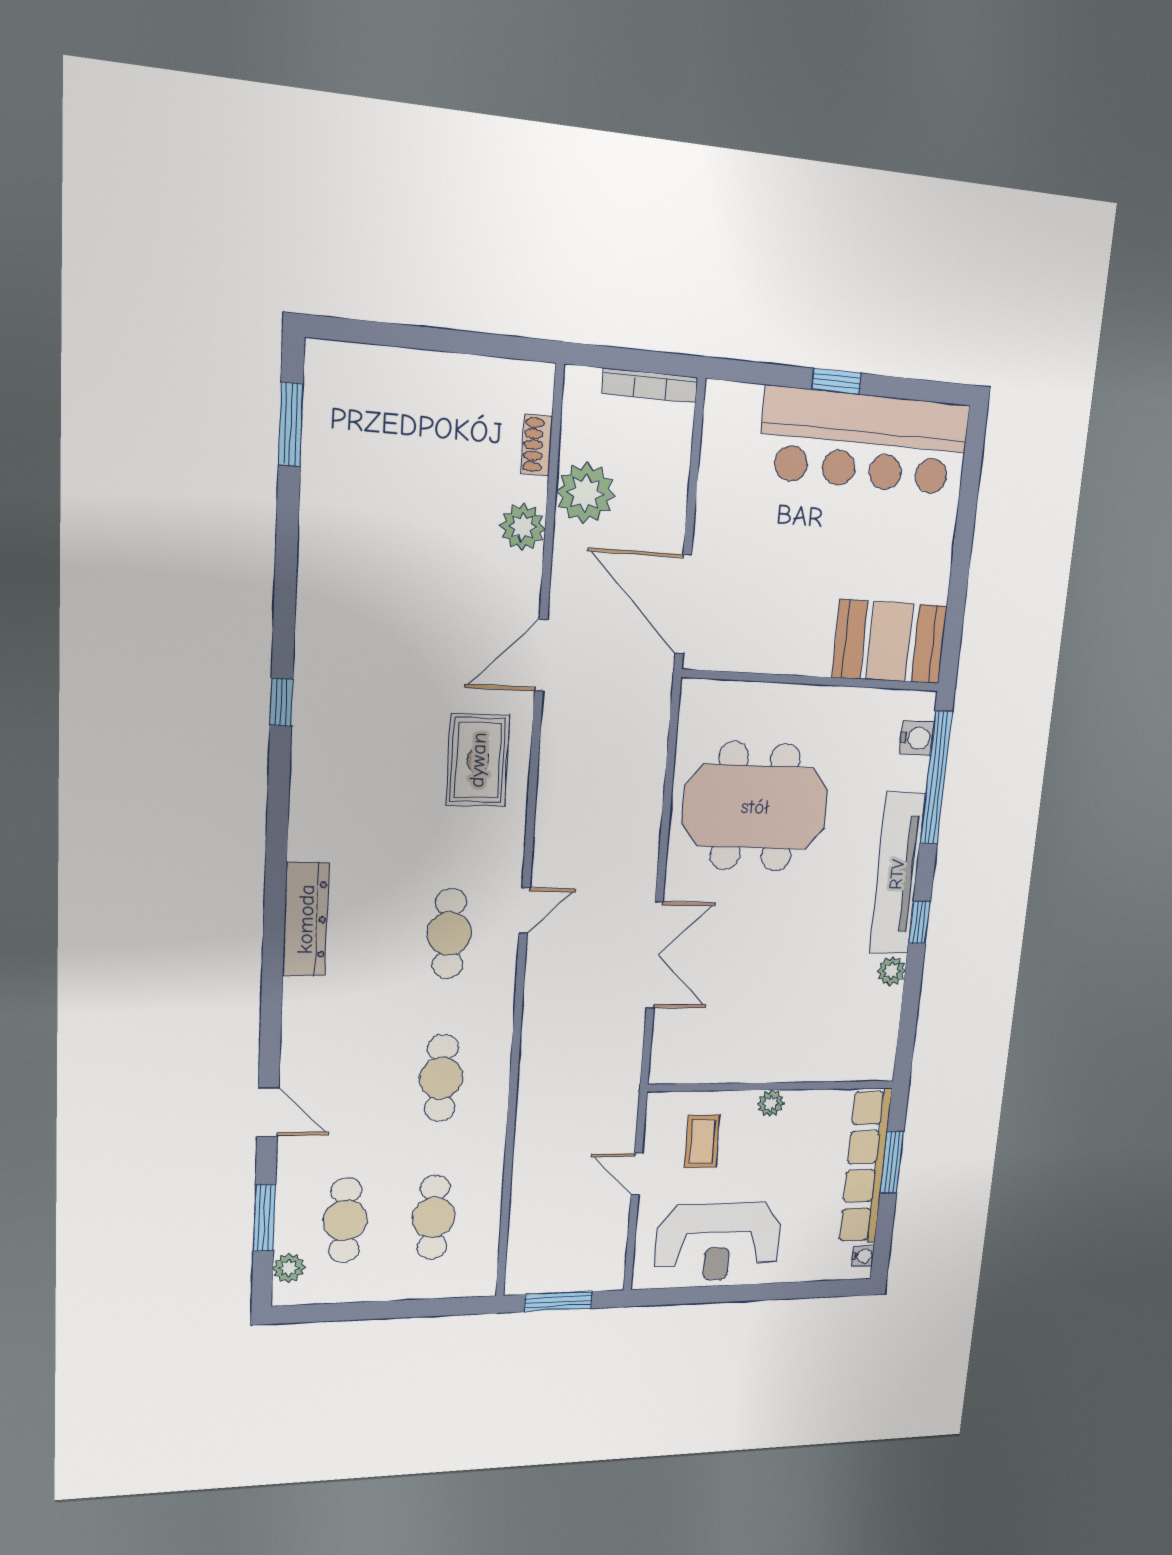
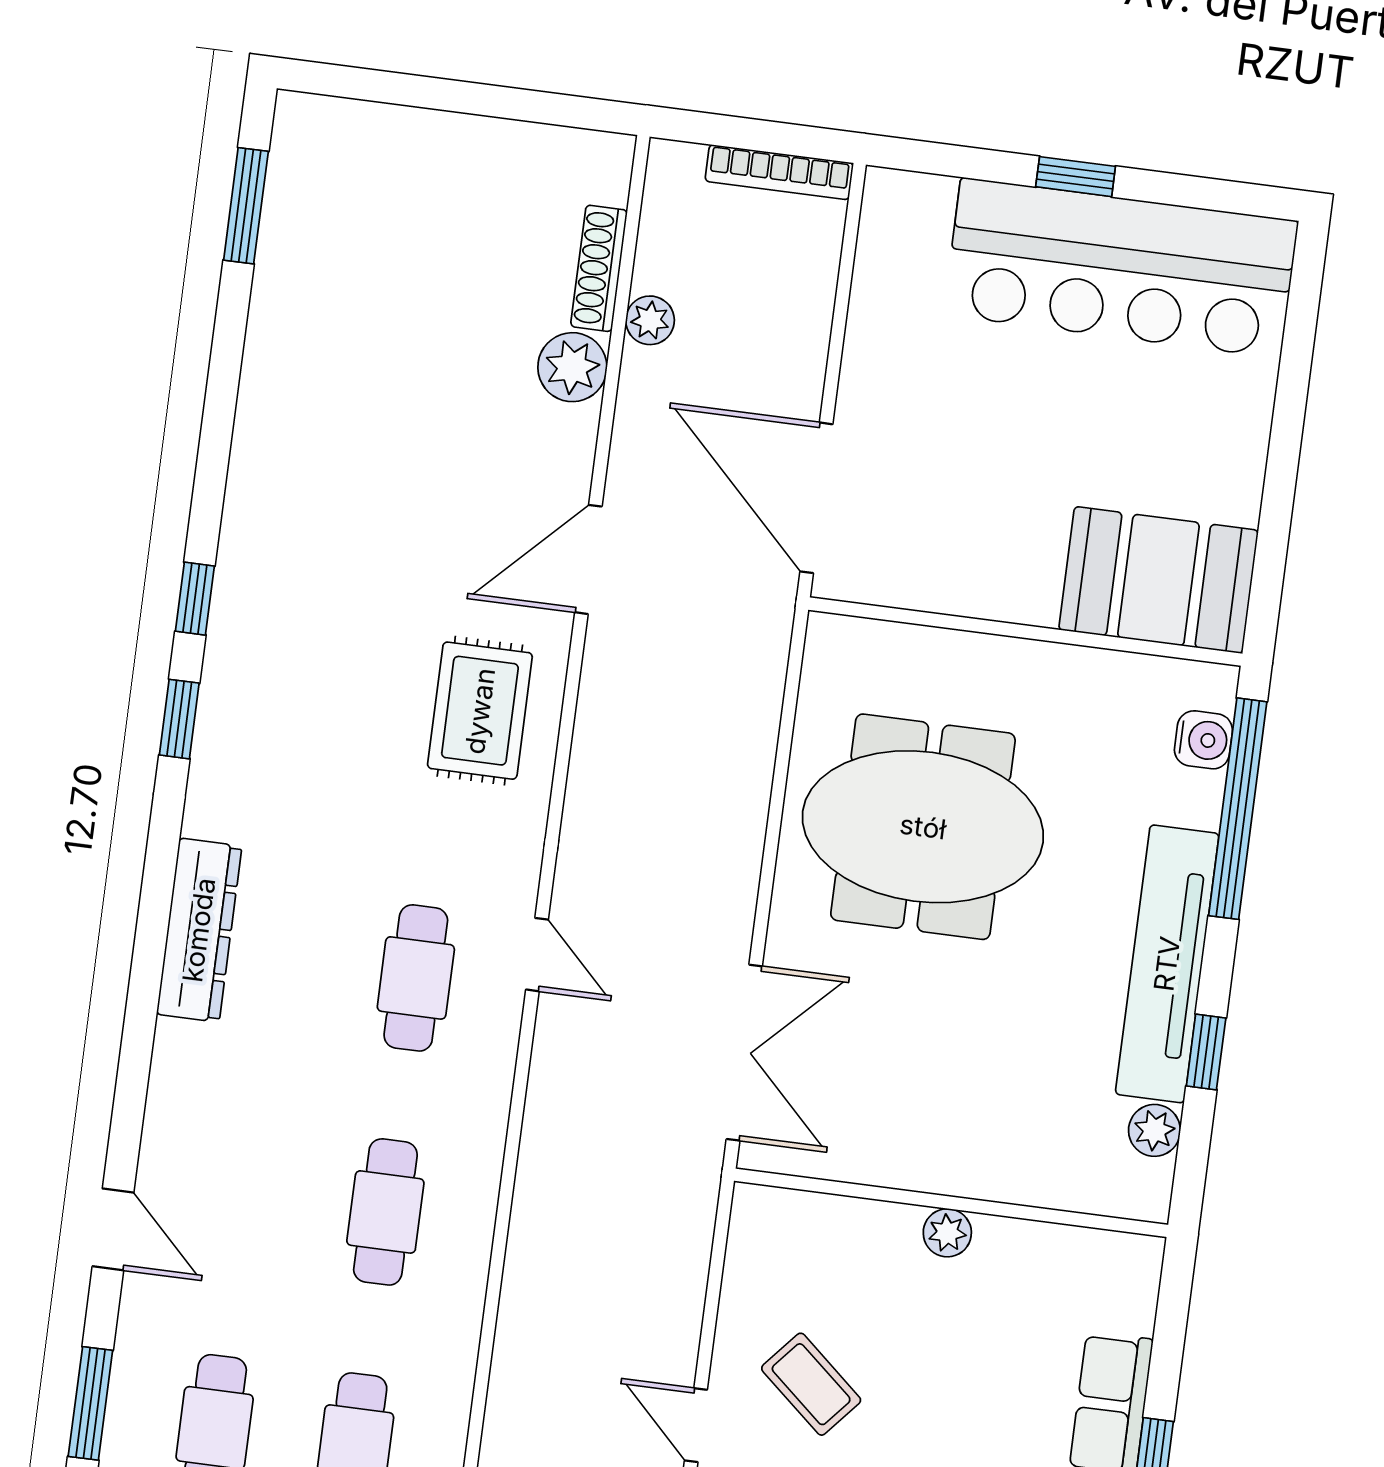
shoe rack: (537, 445) -> (599, 268), width x1.43
plant: (585, 493) -> (650, 320), width x0.53, depth x0.53
window: (279, 784) -> (179, 719), added
door: (525, 910) -> (537, 955), hinge flipped
wall: (772, 1086) -> (951, 1203), moved
plant: (771, 1103) -> (947, 1233), moved
coffee table: (702, 1141) -> (811, 1384), turned -49

